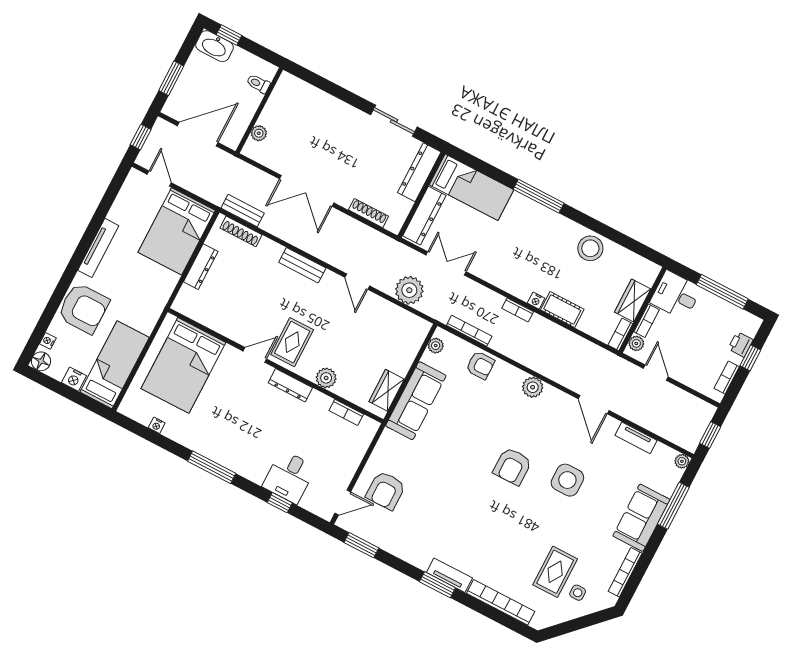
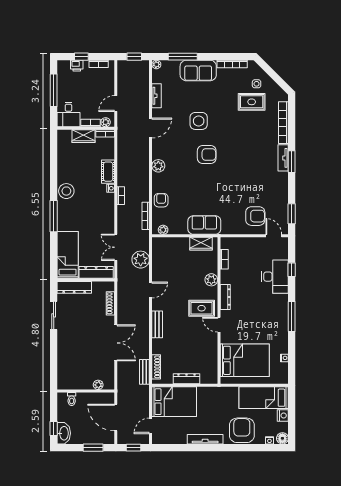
stool: (590, 248) -> (66, 191), moved
sofa: (416, 401) -> (204, 225), width x0.73
desk: (289, 477) -> (275, 277), width x1.37

